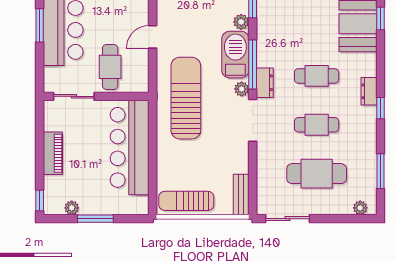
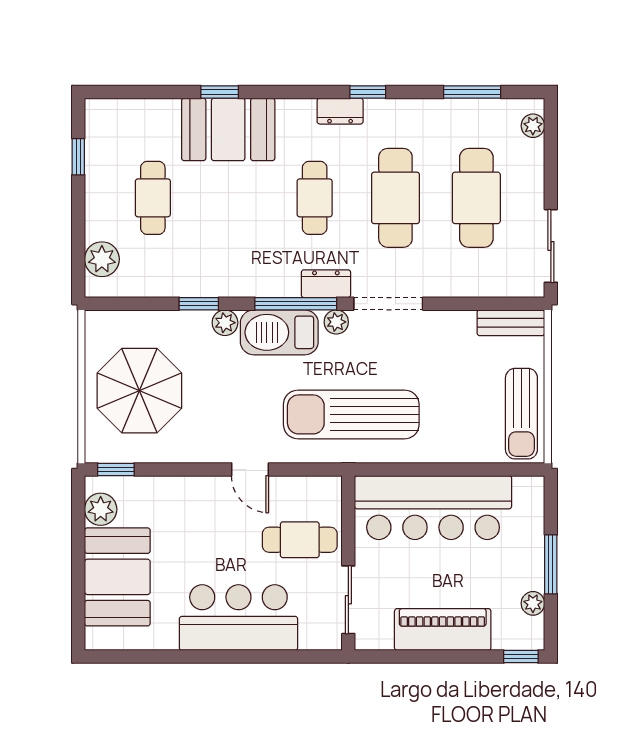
window: (40, 25) -> (231, 657), removed
cafe table: (317, 125) -> (395, 198), width x1.37, depth x1.35
piano: (53, 153) -> (443, 629), width x1.37, depth x1.33

